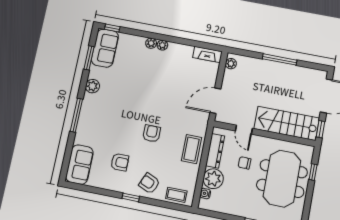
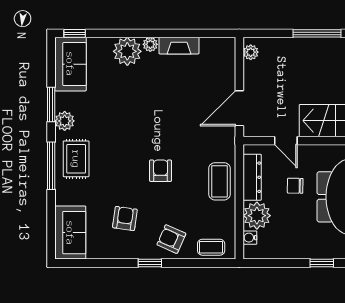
plant: (151, 43) -> (127, 51), width x1.88, depth x1.88
fireplace: (207, 54) -> (179, 46), moved
window: (89, 58) -> (51, 104), moved
rug: (95, 114) -> (76, 159), added
armchair: (120, 162) -> (125, 218), turned -82

